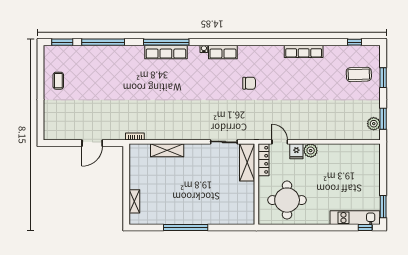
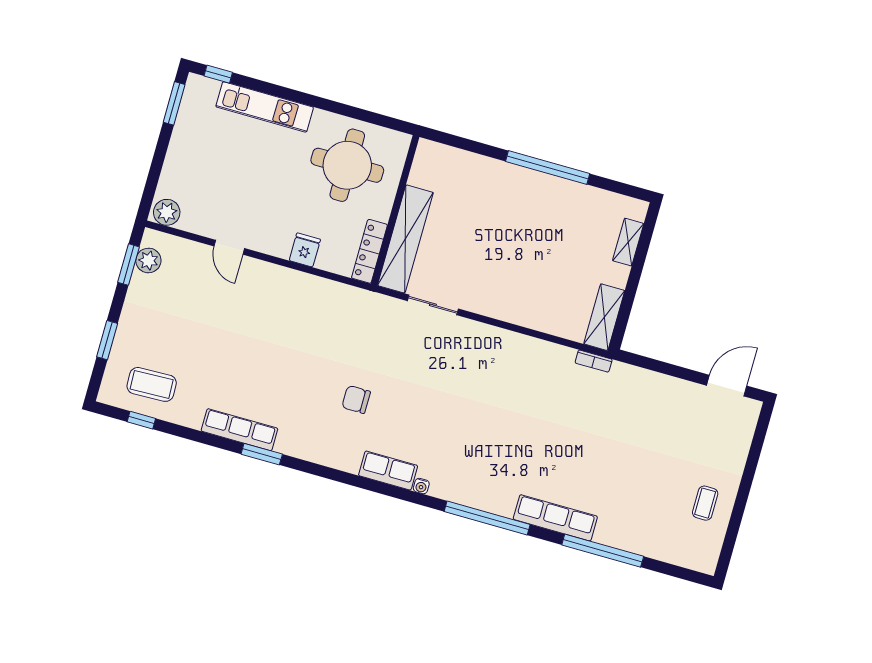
window: (62, 42) -> (262, 454), moved
row of seats: (166, 52) -> (555, 518), moved
coffee table: (359, 74) -> (152, 384), moved
door: (280, 142) -> (229, 247), moved
door: (92, 143) -> (727, 386), moved
shelving: (167, 150) -> (604, 317), moved, turned 90
plant: (311, 151) -> (167, 212), moved
shelving: (247, 162) -> (405, 239), width x1.47
kitchen unit: (355, 218) -> (265, 107), moved

